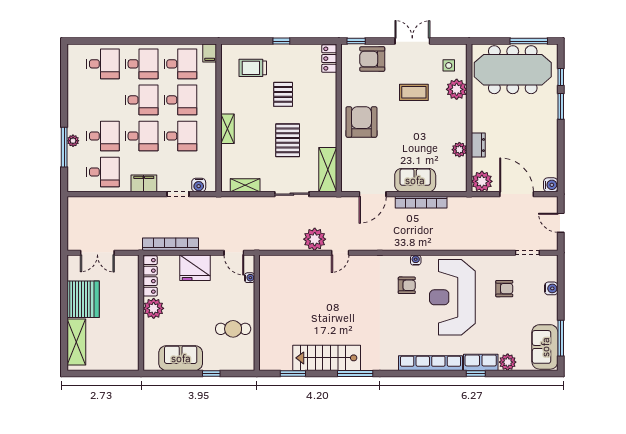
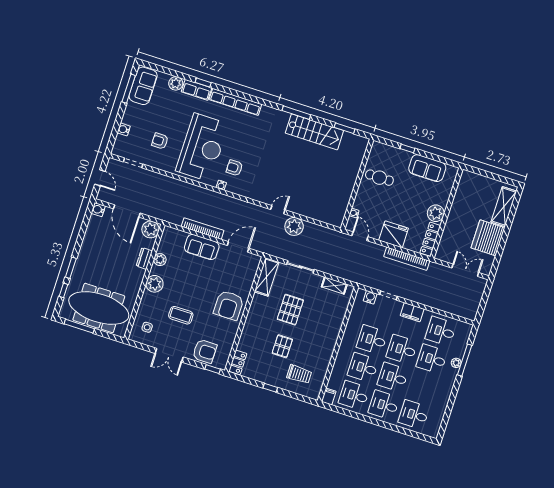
plant: (457, 89) -> (155, 284), moved
shelving: (228, 129) -> (334, 334), removed

